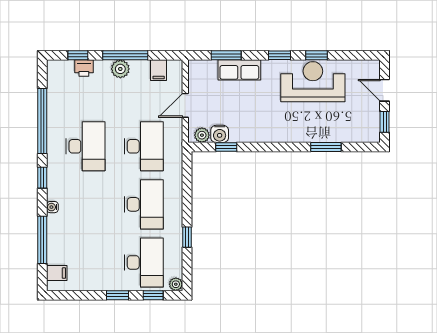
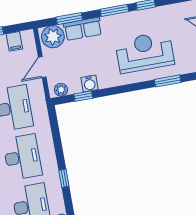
window: (279, 55) -> (114, 10), width x1.50
plant: (204, 73) -> (53, 37), added
reception desk: (313, 82) -> (145, 52), moved
water cooler: (220, 134) -> (90, 84), moved

